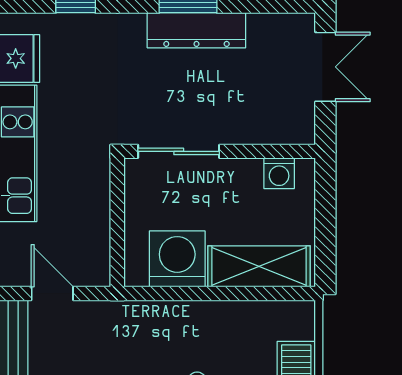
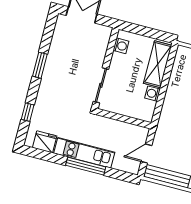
dresser: (196, 30) -> (52, 65), removed
washing machine: (177, 259) -> (153, 94), width x0.53, depth x0.53

